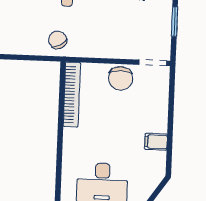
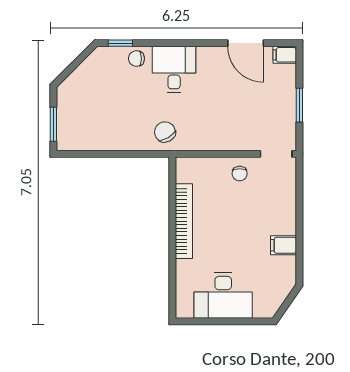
chair: (121, 78) -> (240, 174), width x0.54, depth x0.54
bookcase: (72, 94) -> (184, 221), moved

